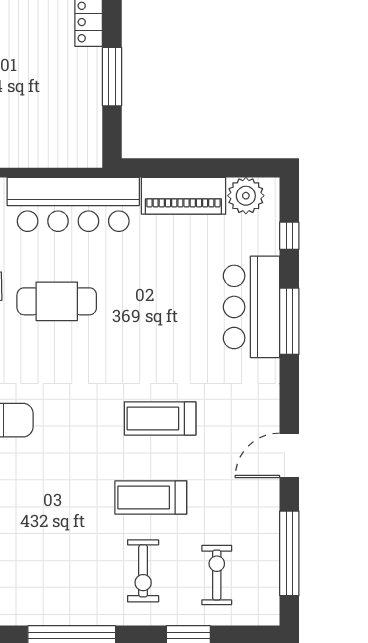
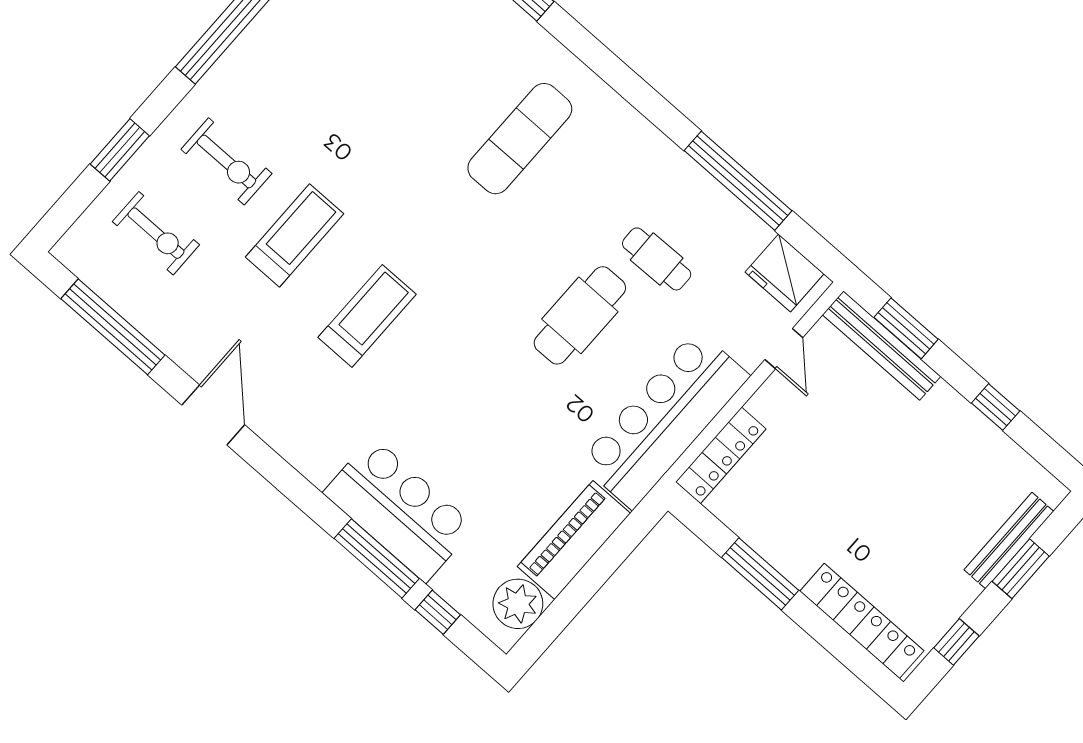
locker: (66, 156) -> (721, 455), added
window: (289, 321) -> (377, 559), moved
exercise bike: (143, 571) -> (226, 161), turned 180

